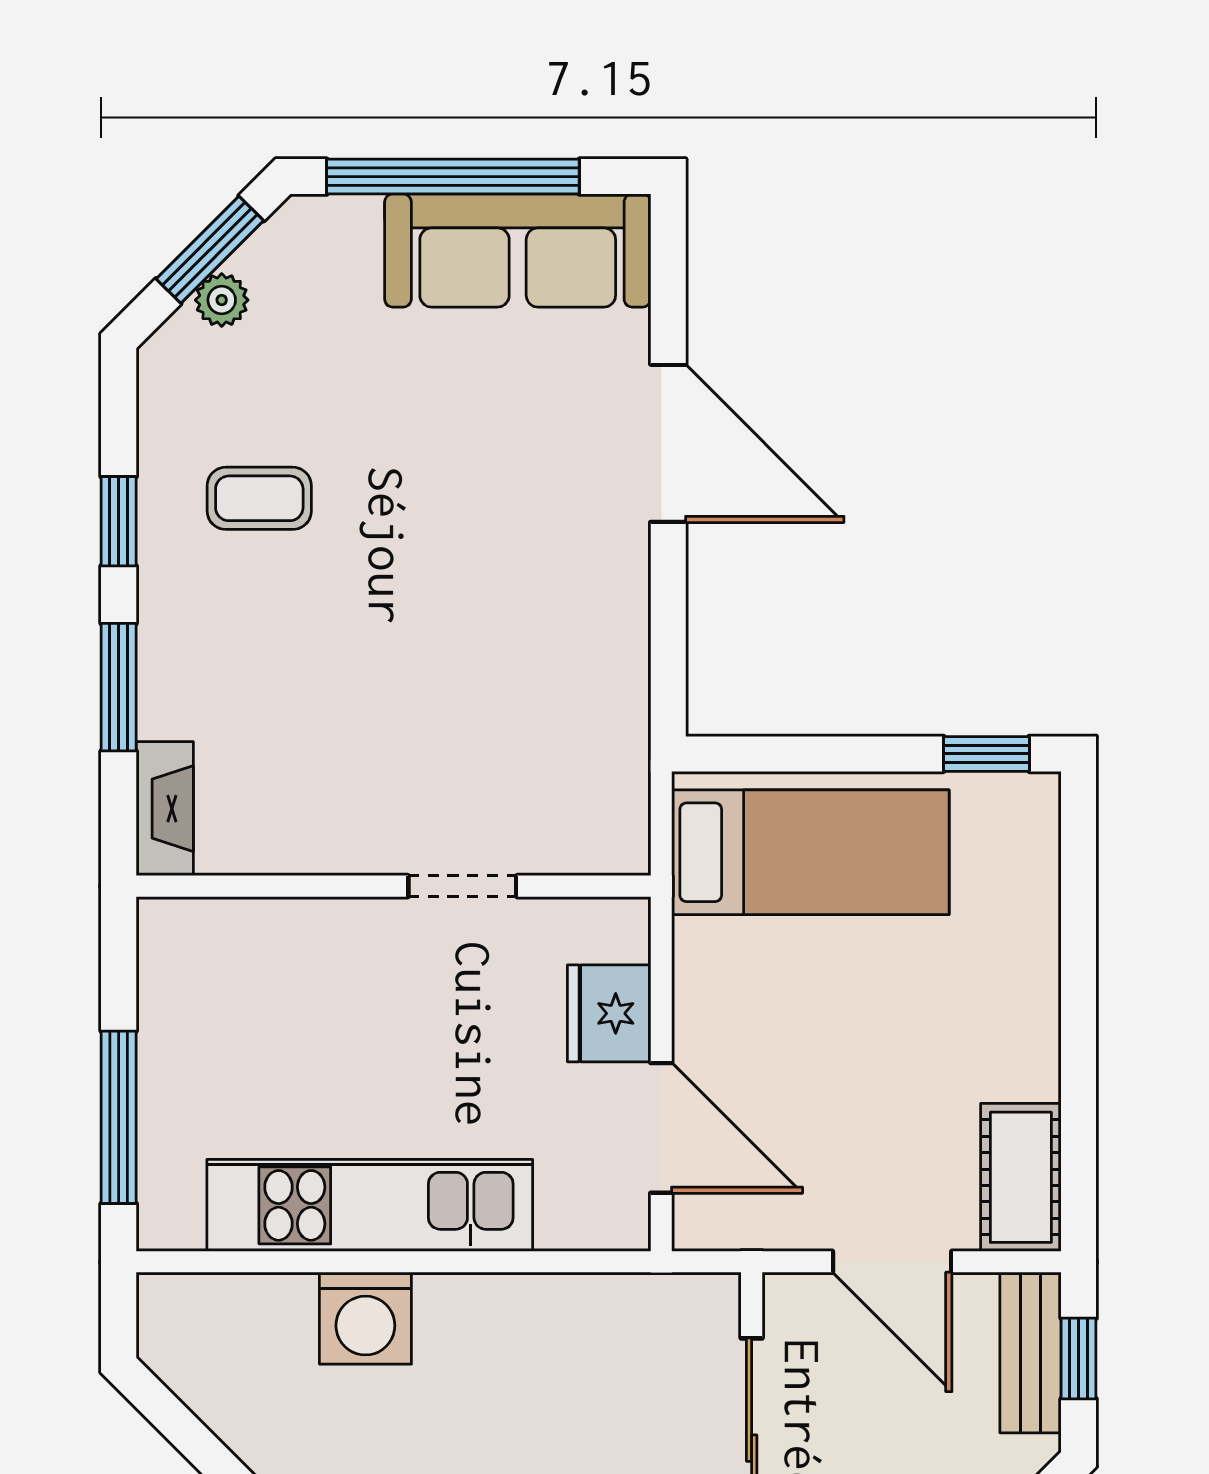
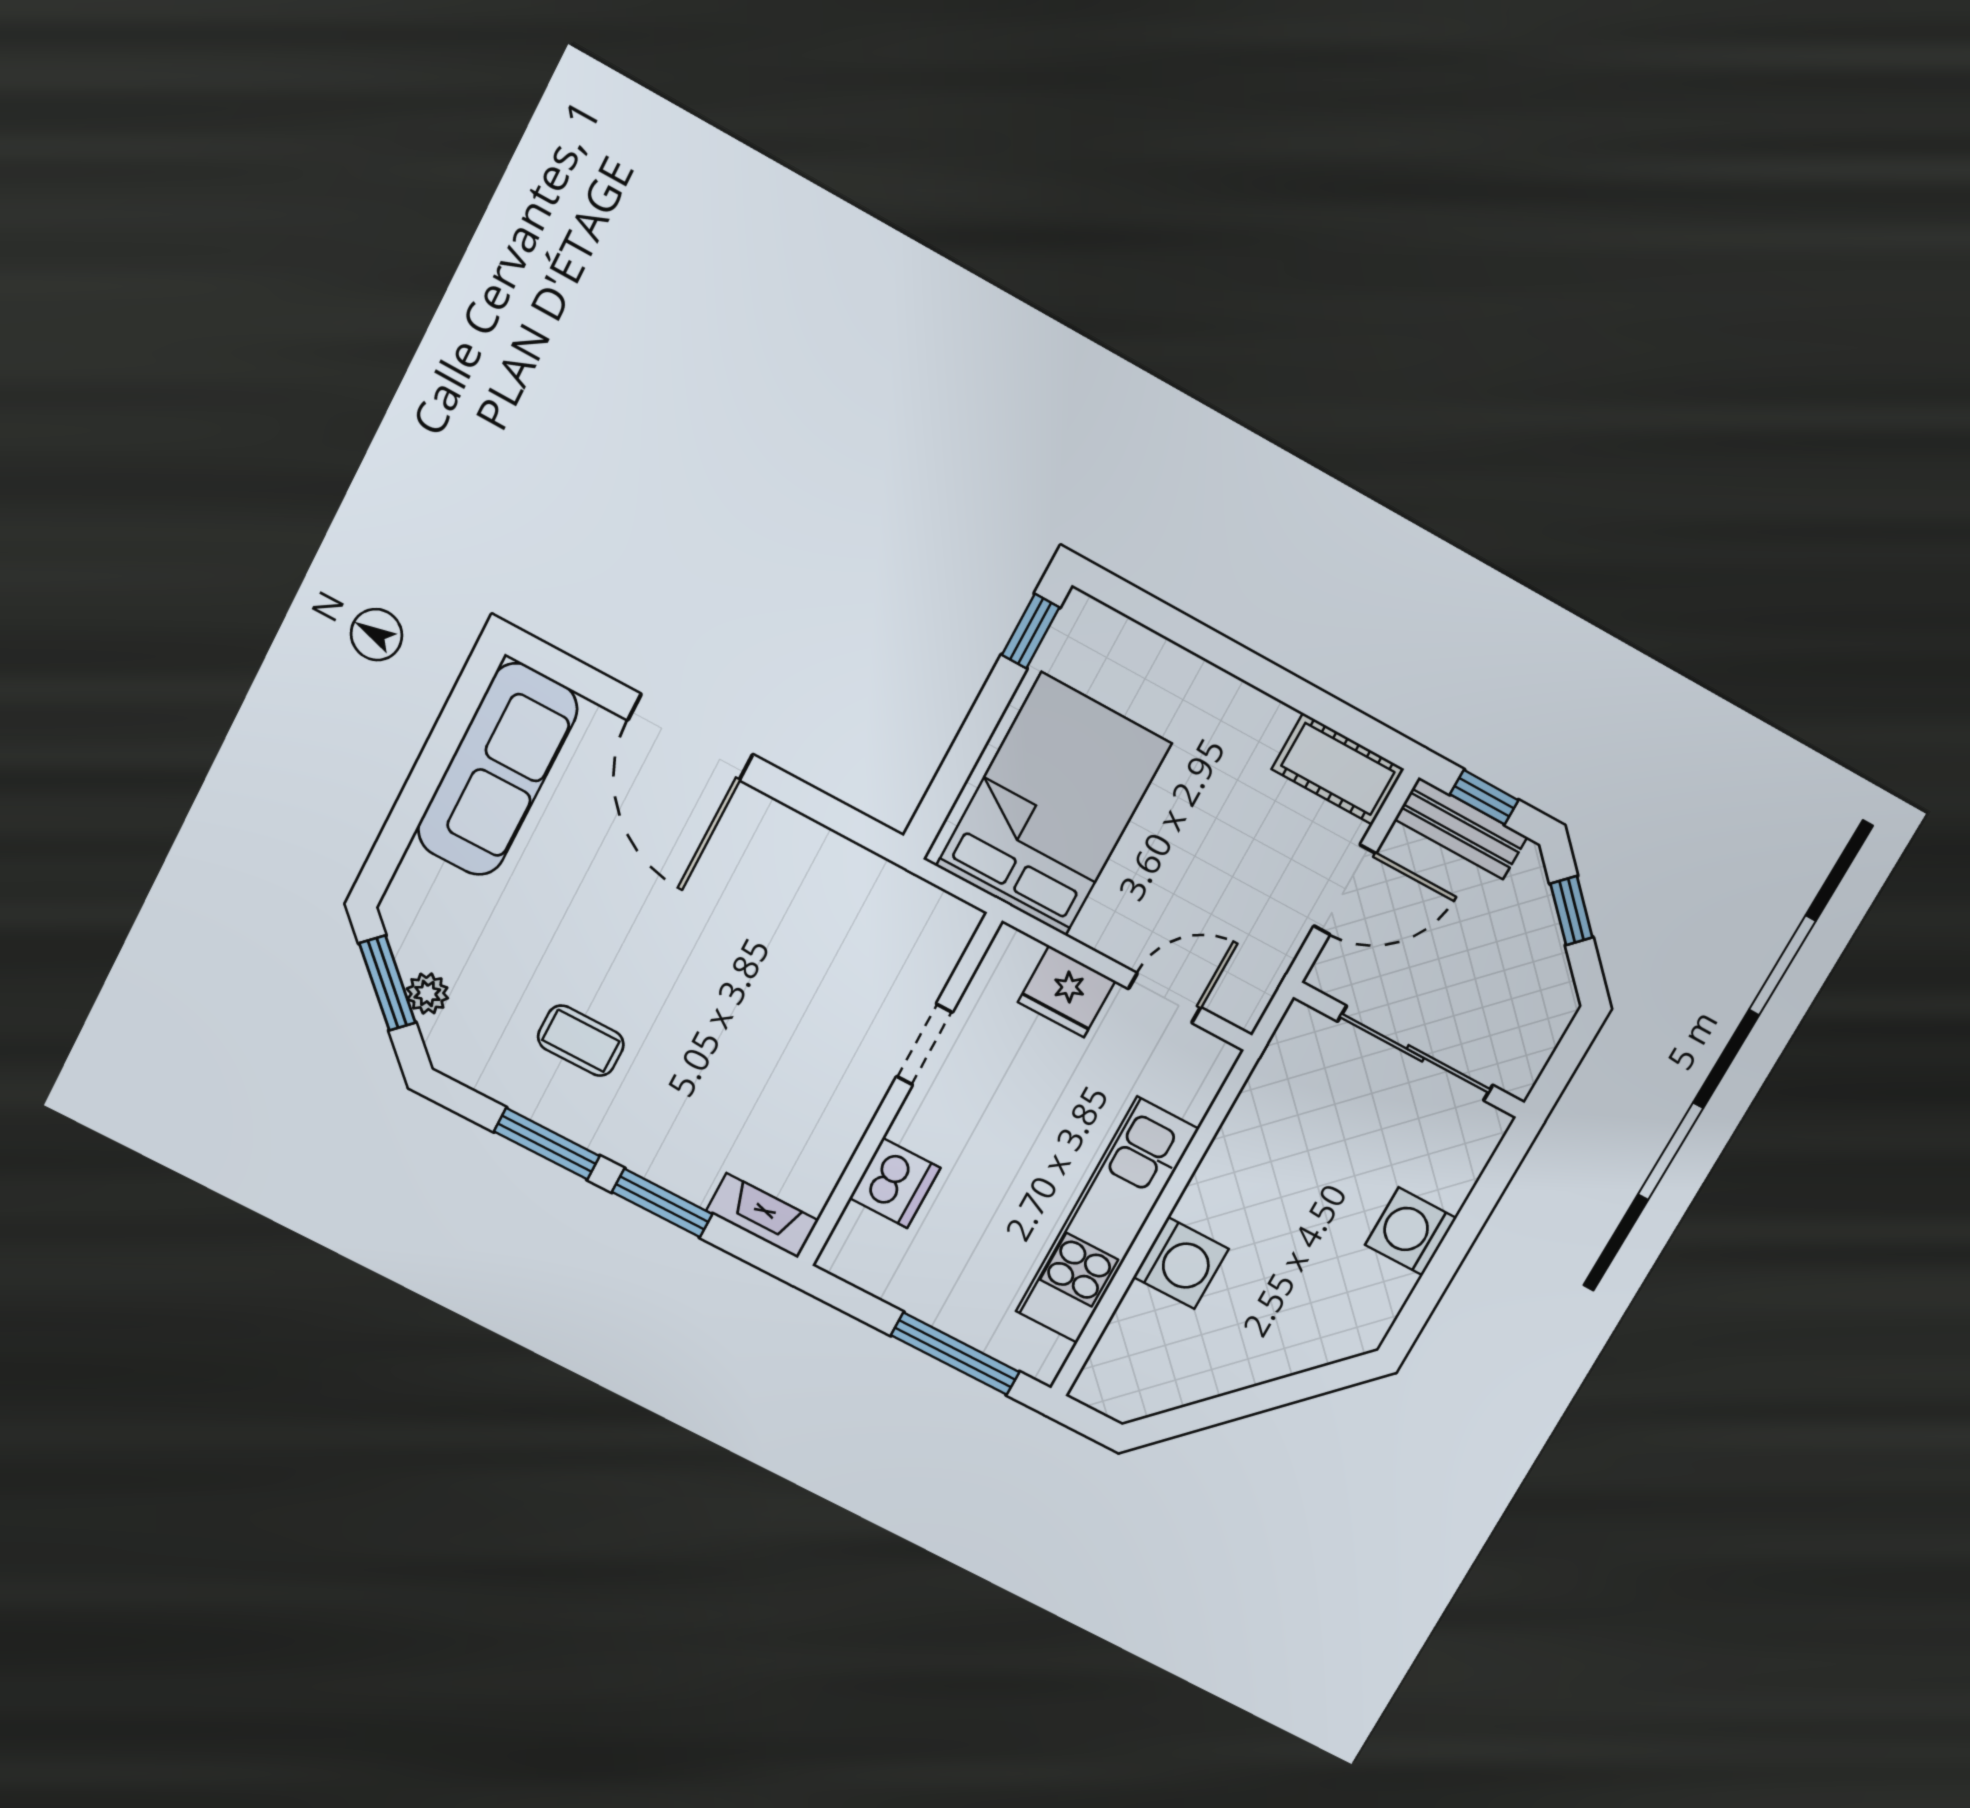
window: (453, 177) -> (421, 787), removed
door: (668, 443) -> (690, 737), swing flipped
coffee table: (259, 498) -> (581, 1041), turned 90
window: (119, 521) -> (547, 1144), width x1.50
bed: (810, 852) -> (1053, 805), width x1.50
dishwasher: (284, 939) -> (895, 1183), added
door: (661, 1128) -> (1165, 998), width x0.73

